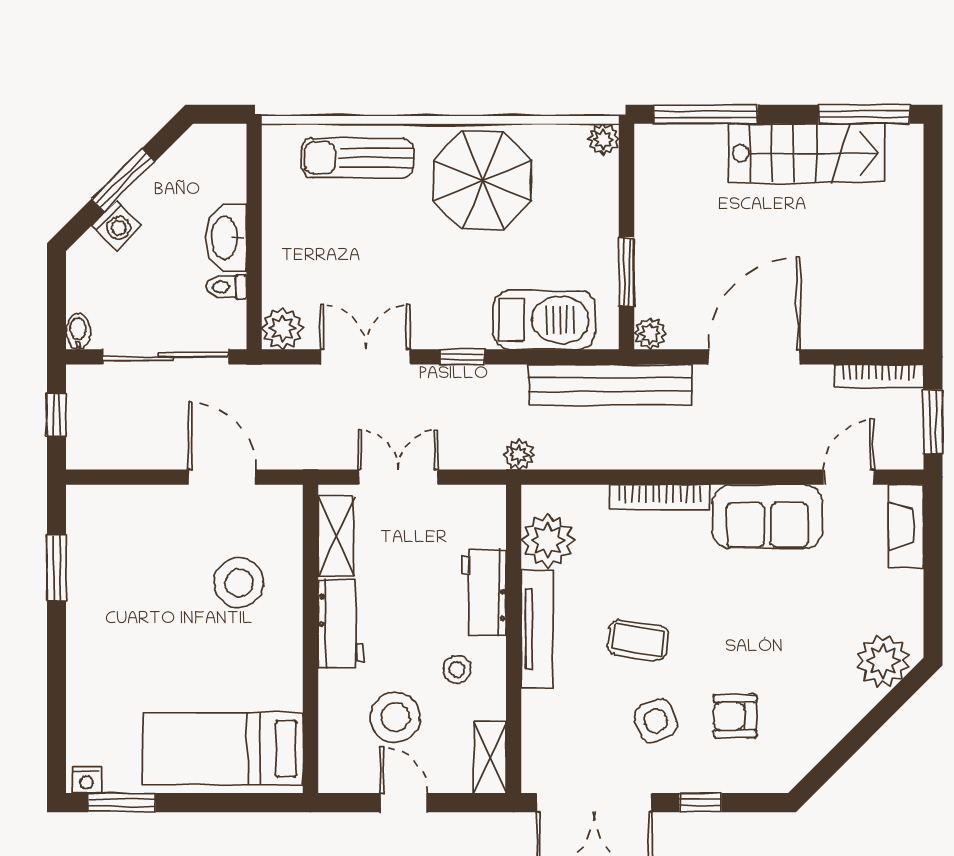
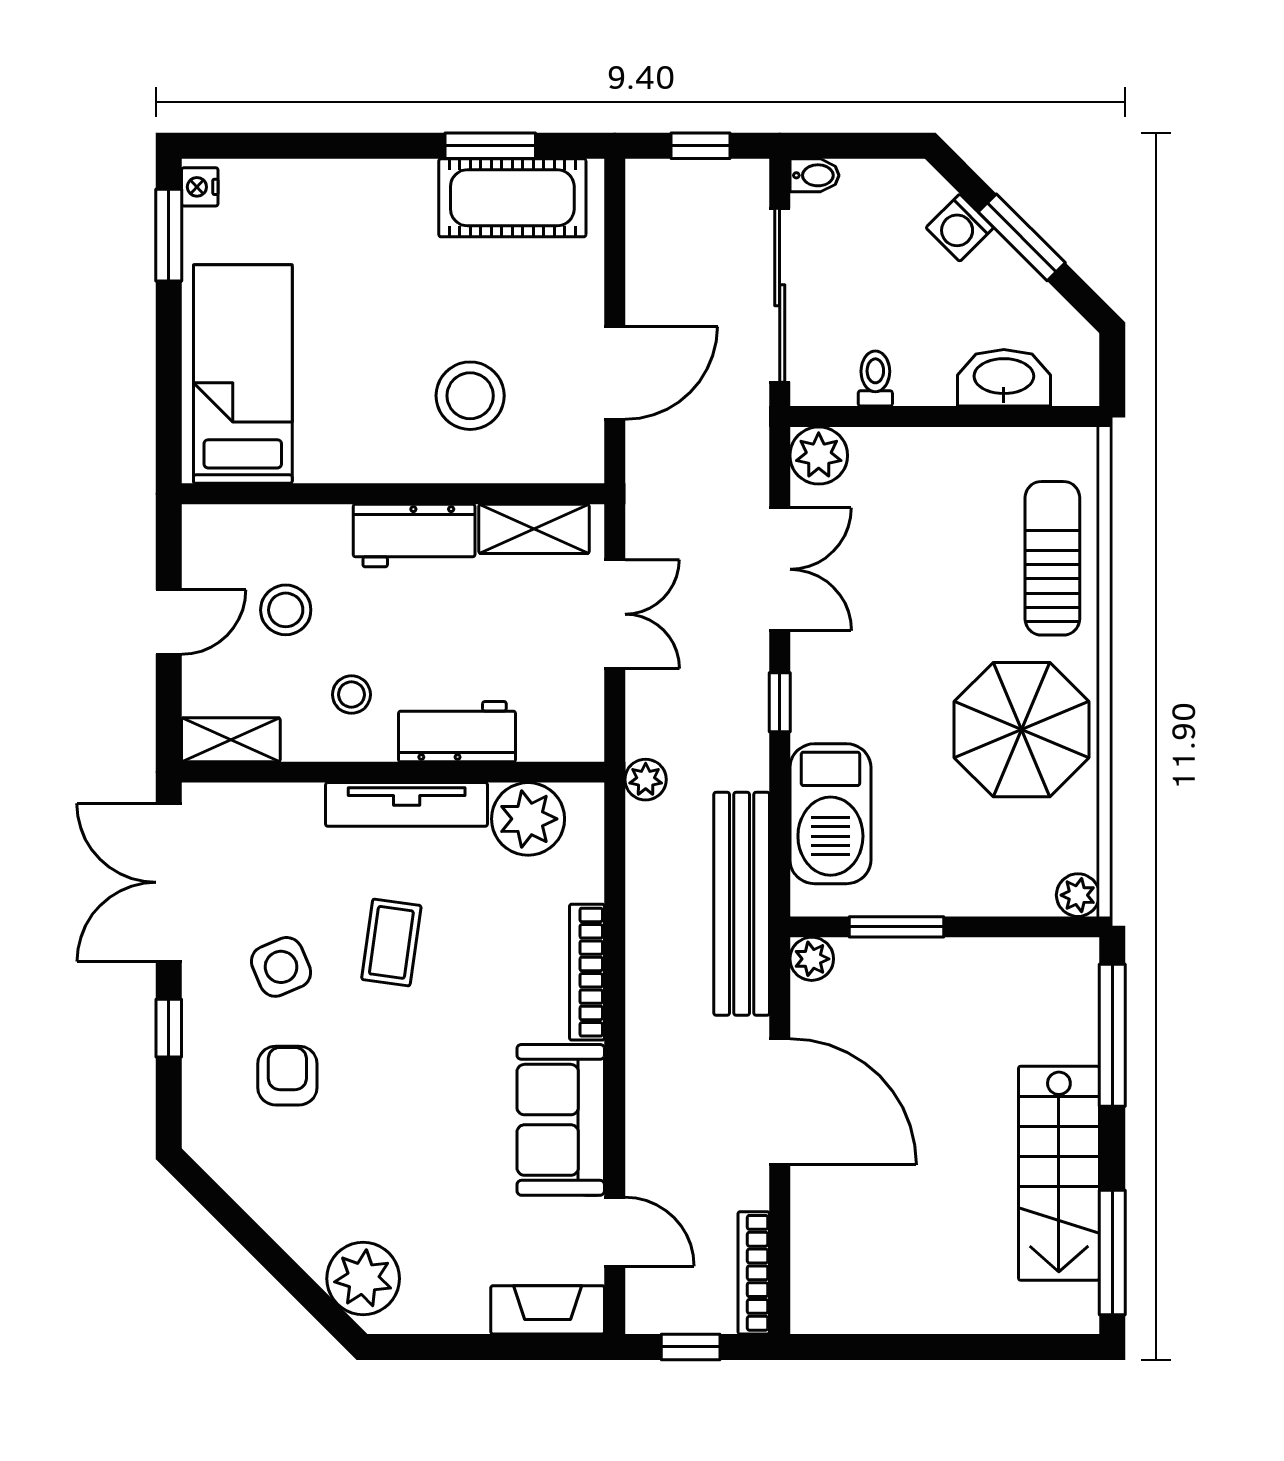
washbasin: (226, 238) -> (1004, 378), moved
window: (933, 422) -> (691, 1347), width x0.67
cot: (94, 552) -> (512, 198), added
stool: (395, 717) -> (286, 610), width x0.73, depth x0.73

